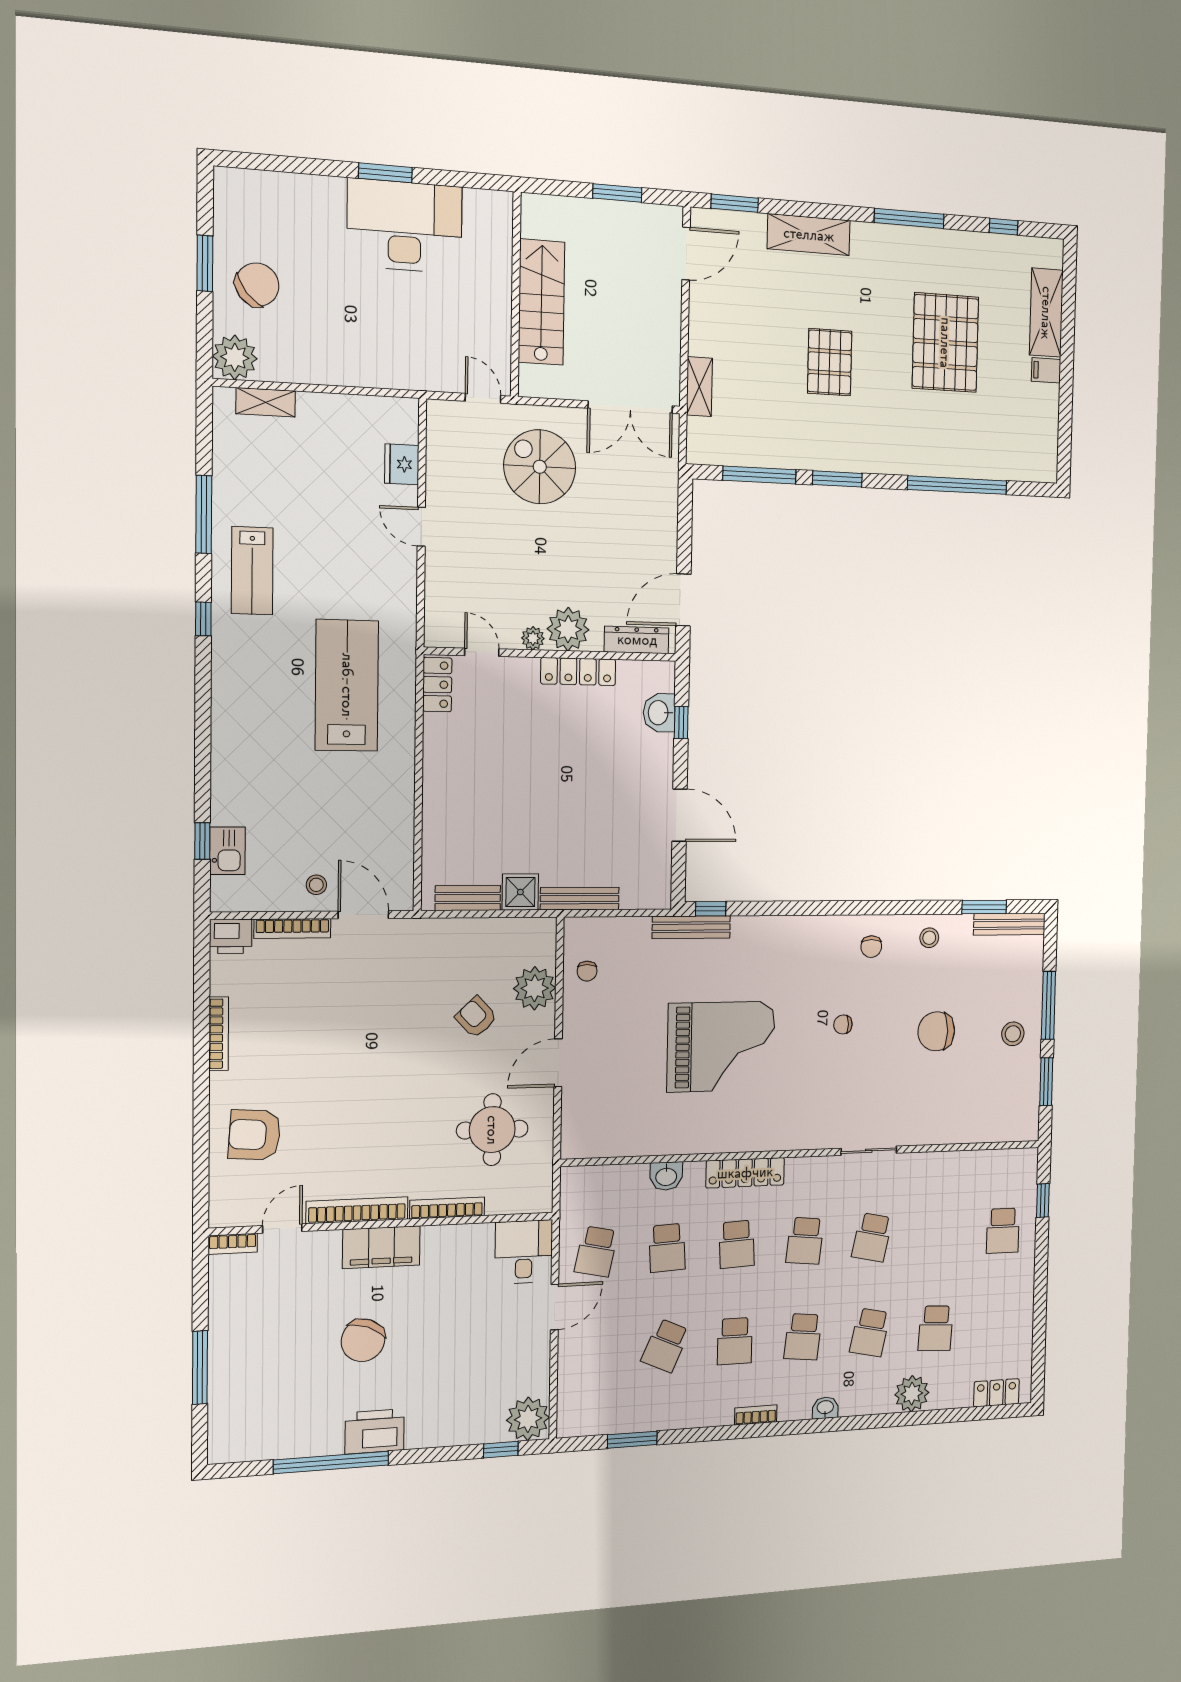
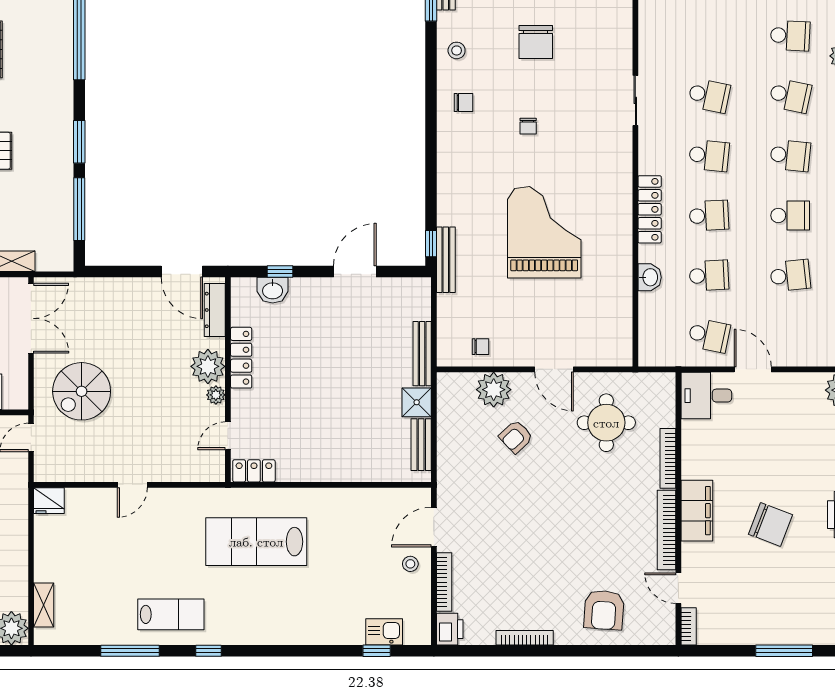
fridge: (402, 464) -> (49, 501), moved
school desk: (665, 1346) -> (790, 275), turned -30

